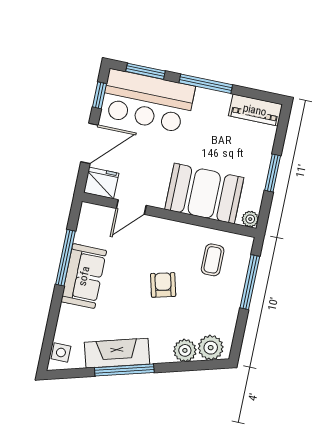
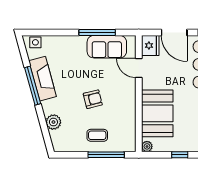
window: (273, 173) -> (180, 155), width x0.67
coffee table: (213, 260) -> (97, 135), moved
sofa: (84, 276) -> (107, 47), moved
plant: (211, 348) -> (59, 138), removed

